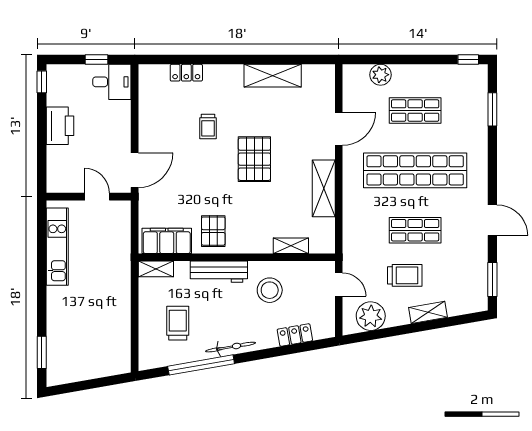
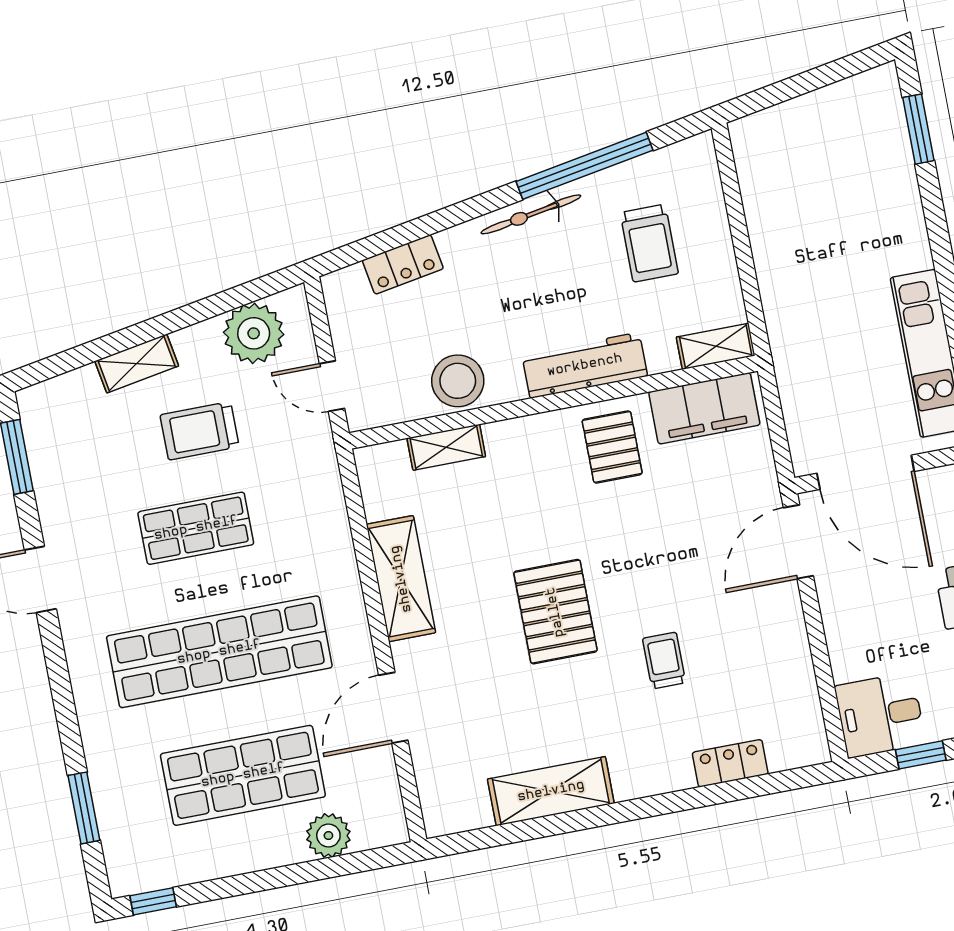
shop shelf: (415, 111) -> (243, 775), width x1.43, depth x1.36
door: (97, 197) -> (866, 472), width x1.87
stool: (270, 290) -> (458, 381), moved

